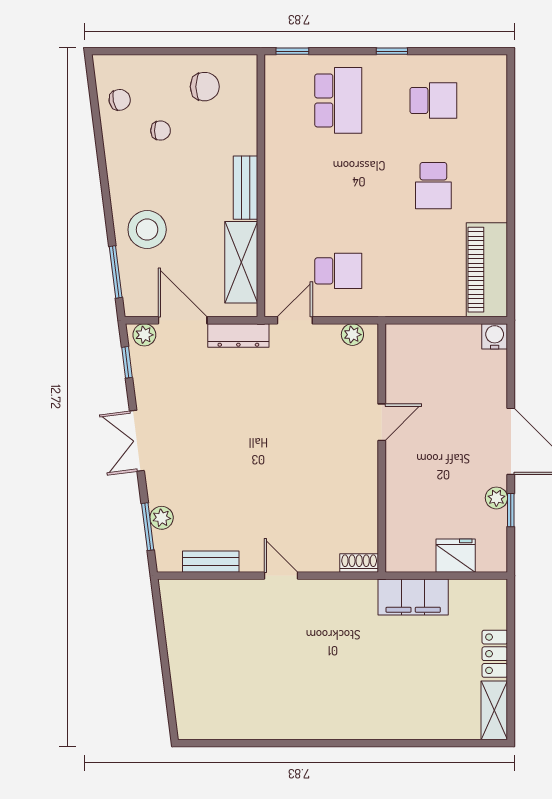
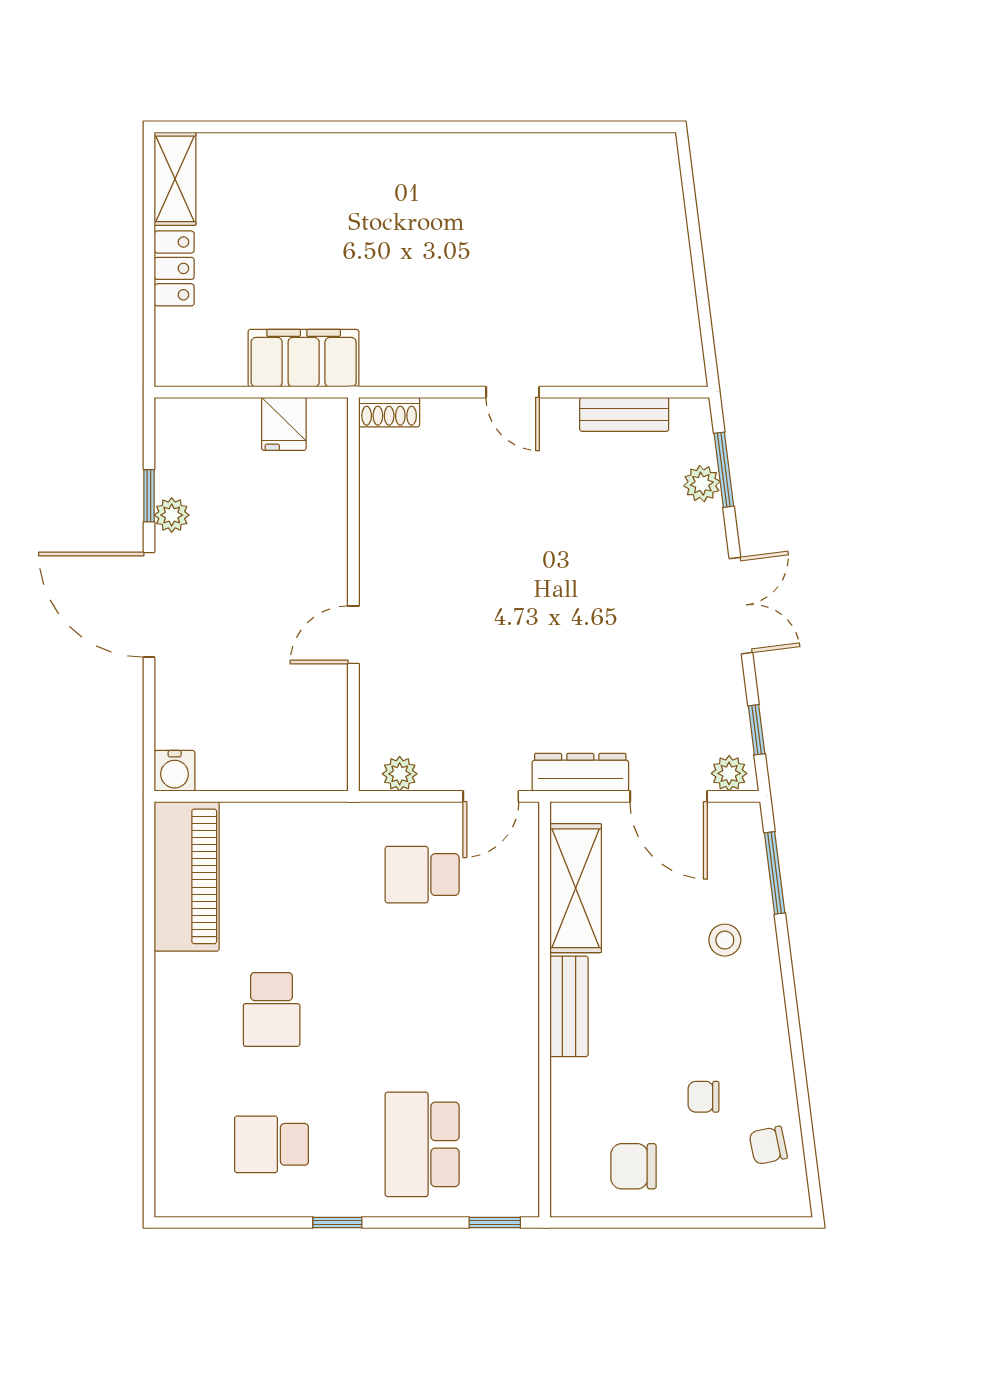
school desk: (433, 186) -> (272, 1009), turned 180
stool: (147, 230) -> (725, 940), width x0.53, depth x0.53
fridge: (456, 556) -> (284, 424), moved, width x0.72

